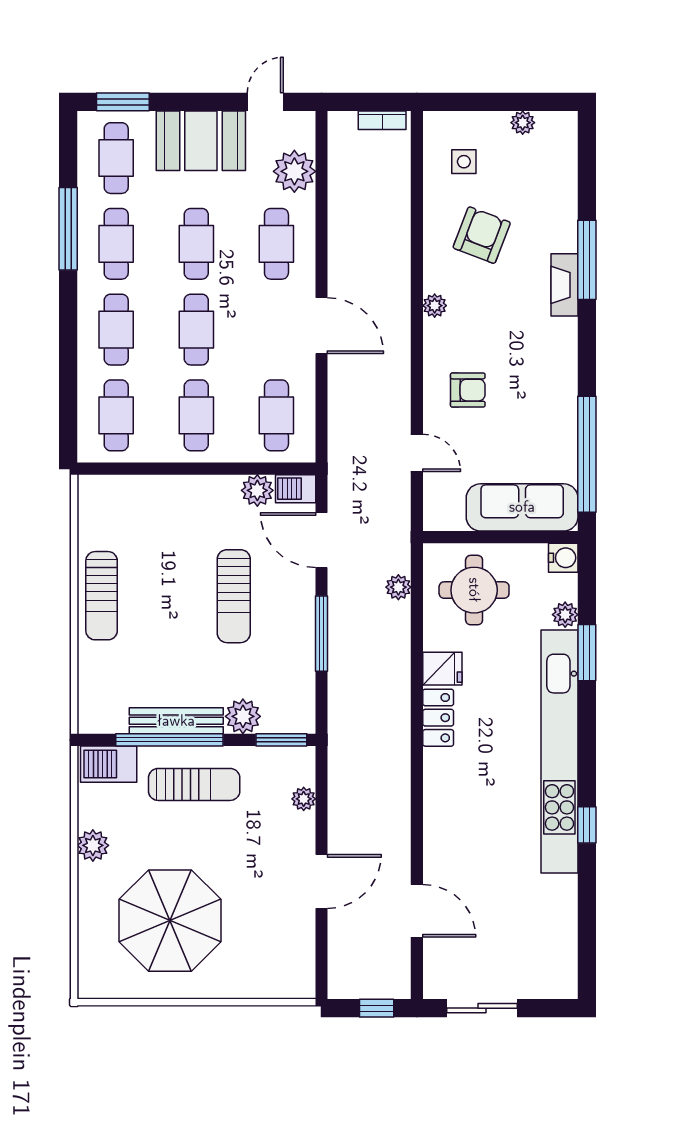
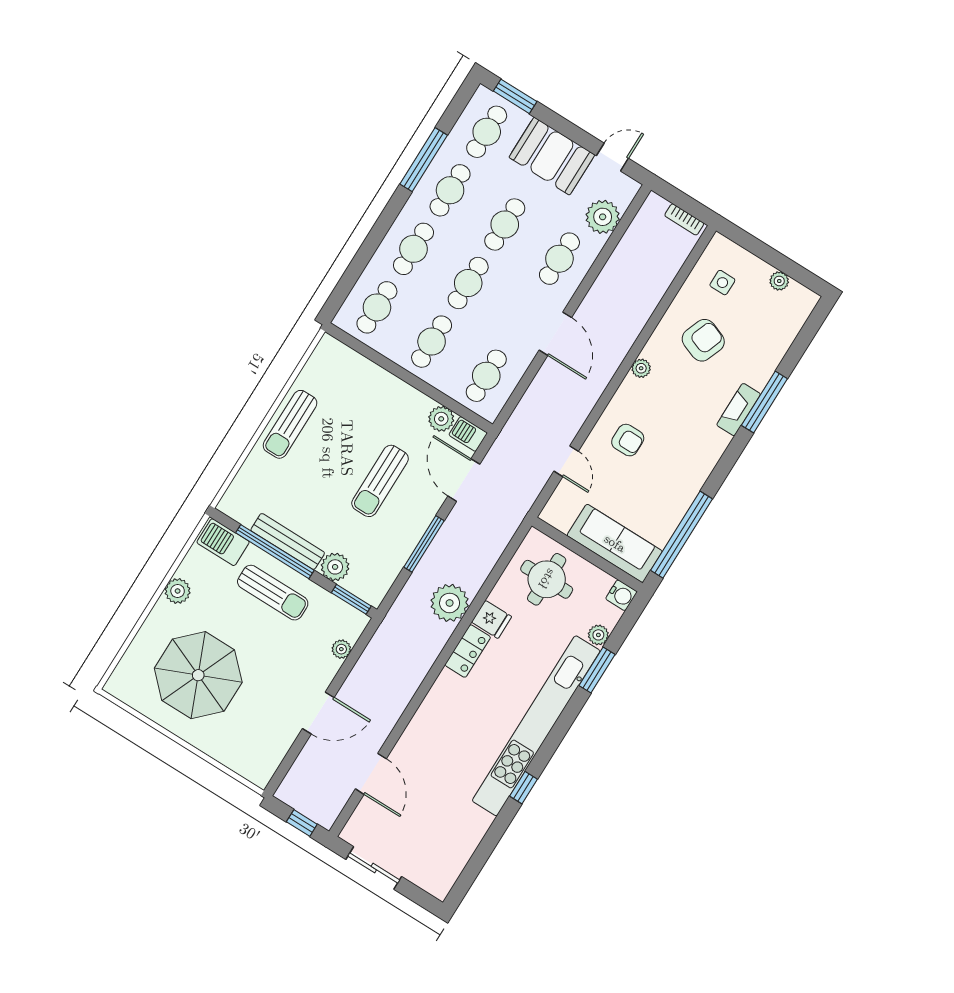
plant: (398, 587) -> (450, 603), moved, width x1.88, depth x1.88

